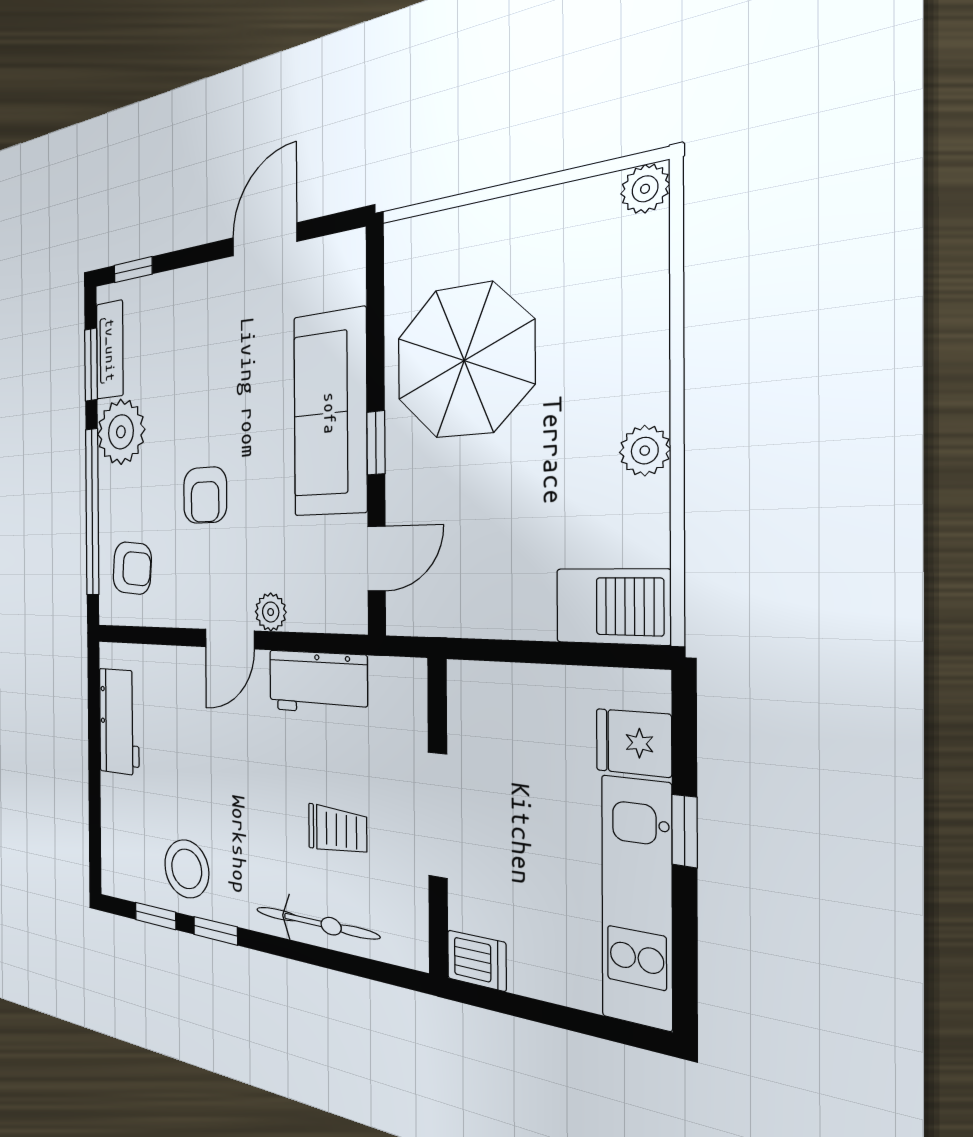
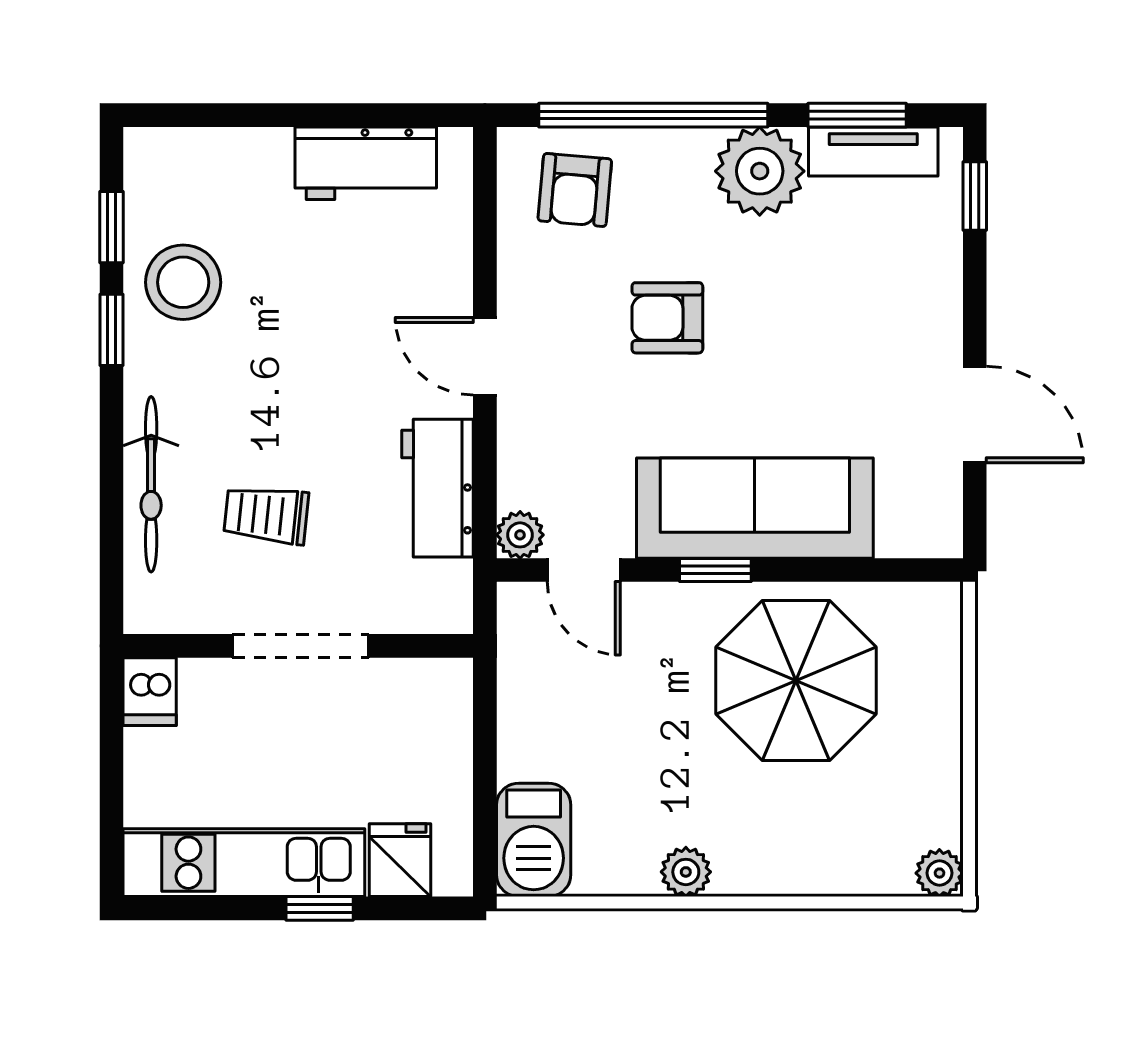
plant: (271, 612) -> (520, 535), moved
trolley: (337, 830) -> (266, 515), turned 96

